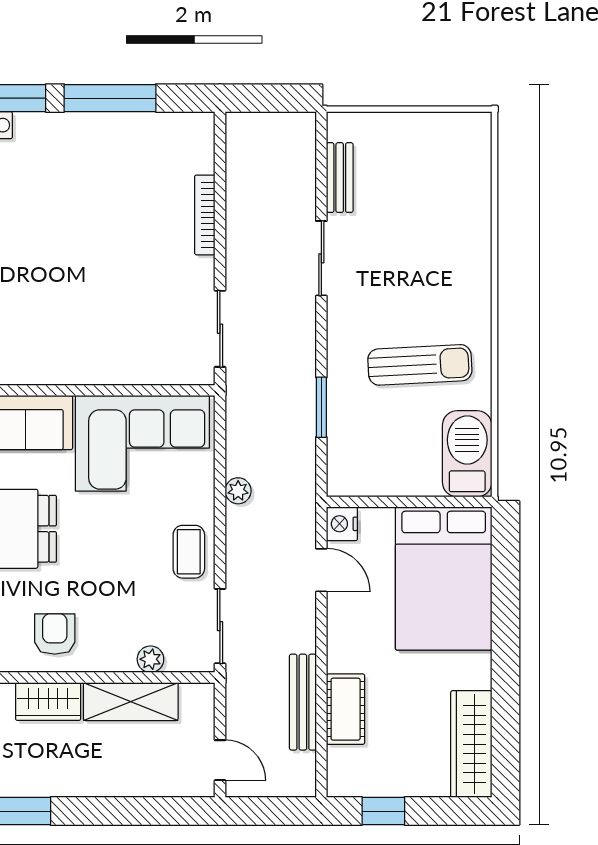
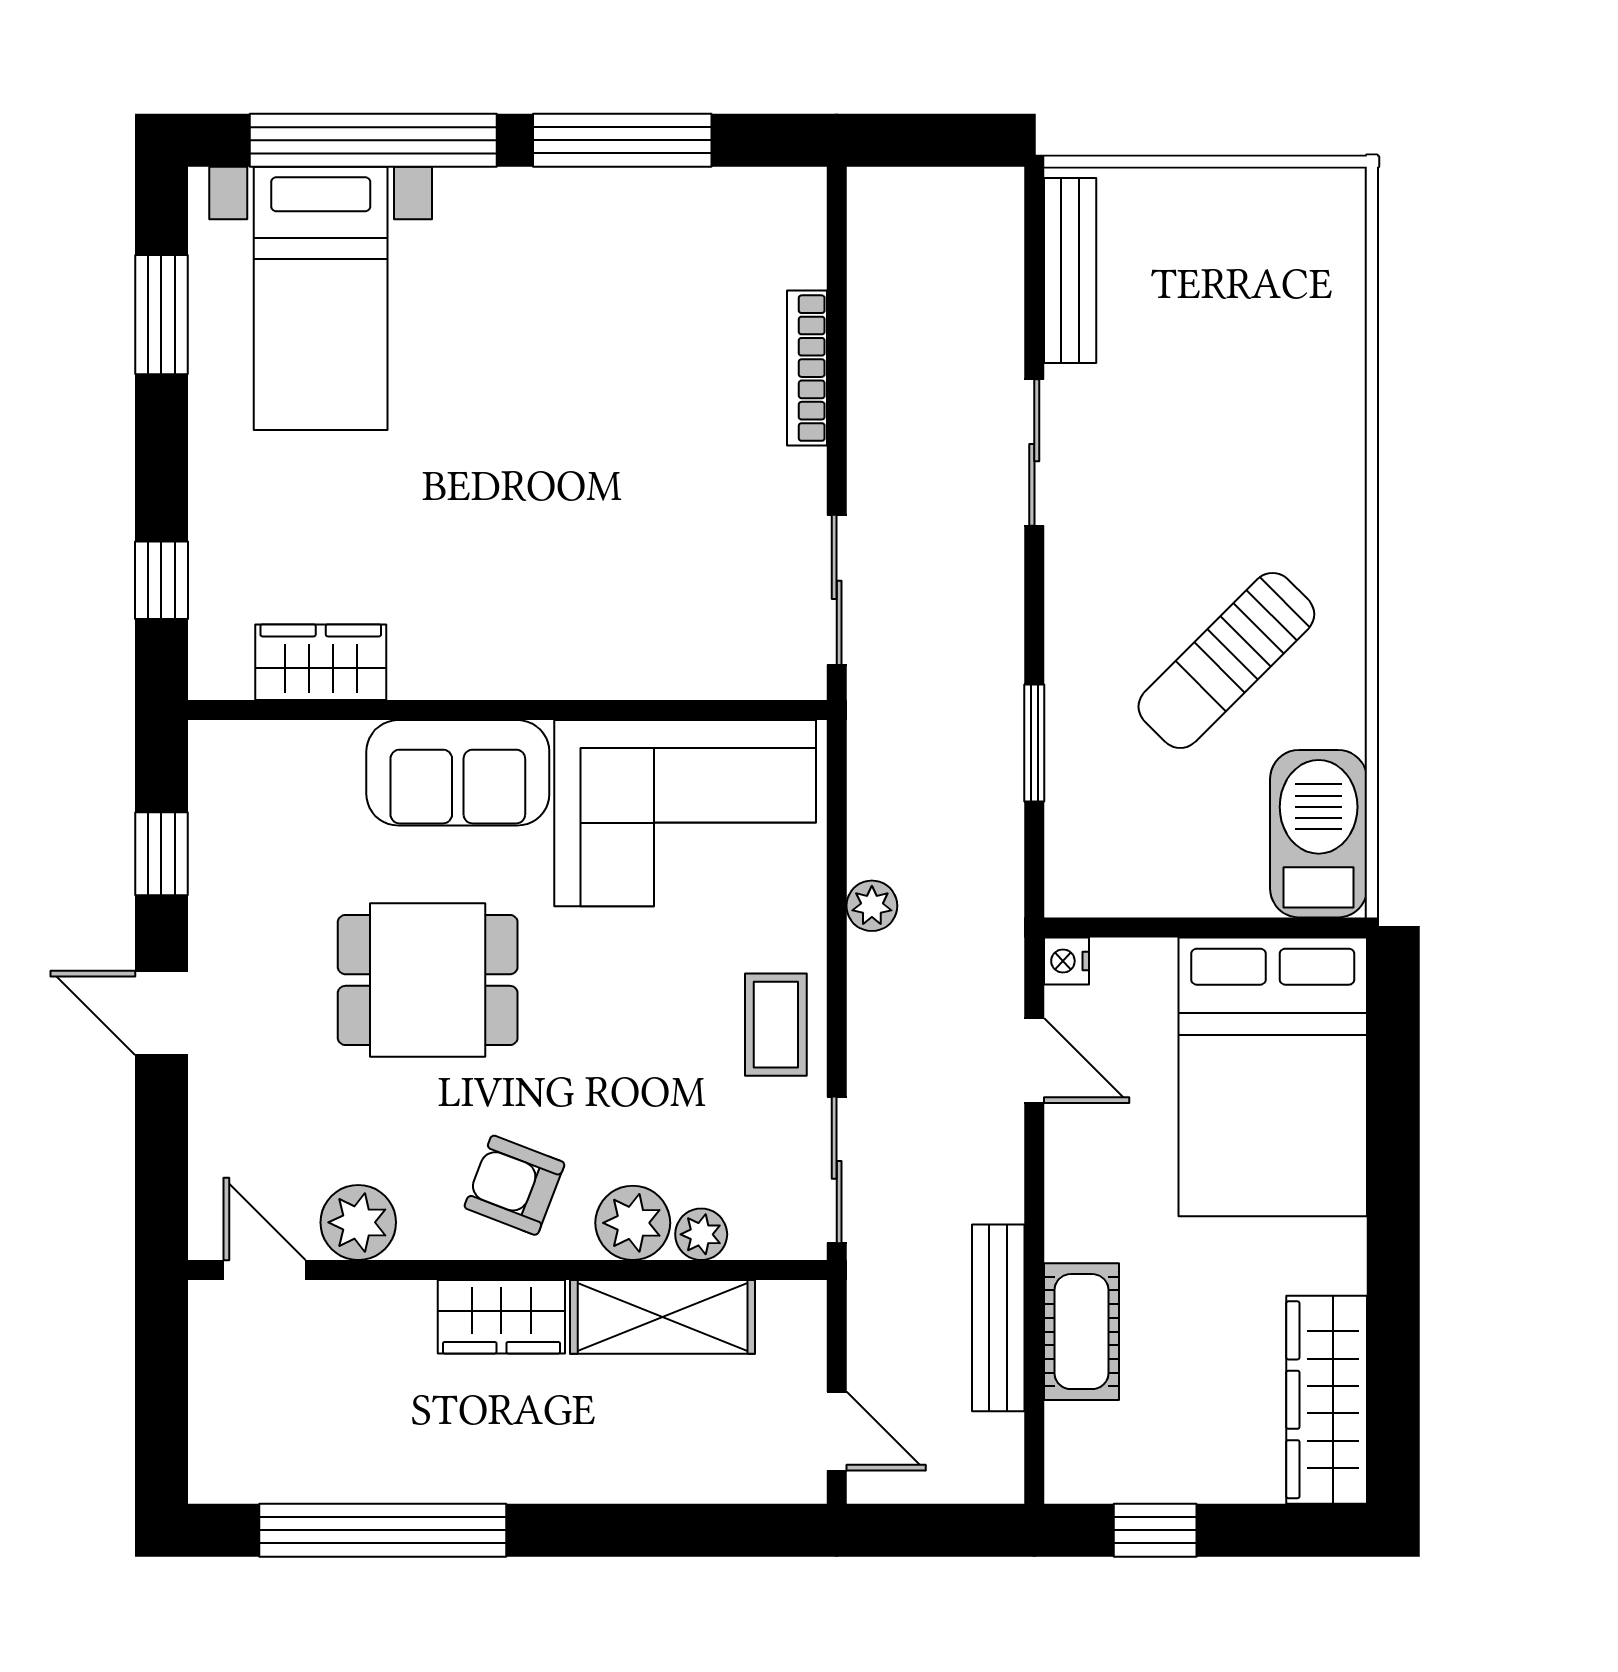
bench: (340, 178) -> (1070, 270), width x1.36
sun lounger: (420, 365) -> (1226, 660), turned 138
nightstand: (342, 524) -> (1067, 961), width x0.72, depth x0.74
armchair: (55, 634) -> (514, 1185), turned -69
plant: (115, 653) -> (633, 1223), added

